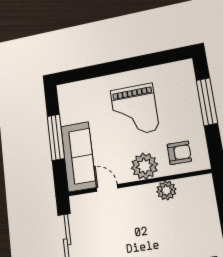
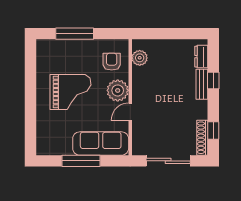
door: (107, 188) -> (130, 112), moved
plant: (166, 190) -> (140, 58), moved

